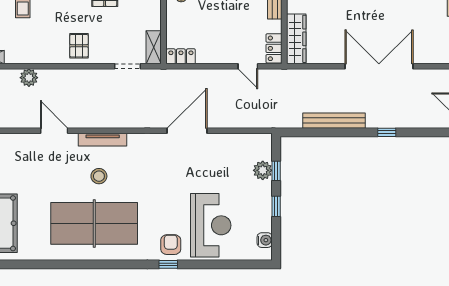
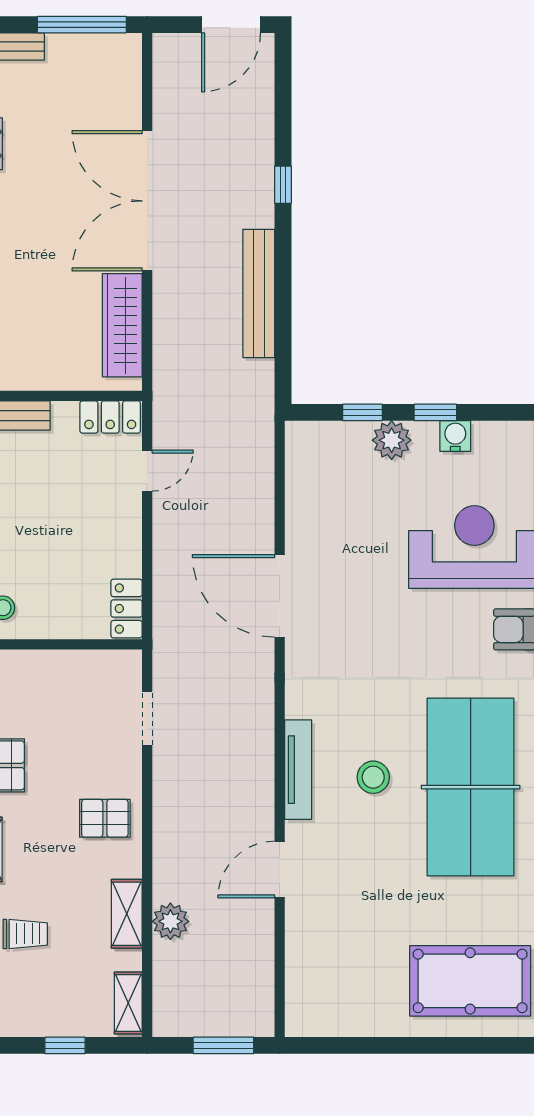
wardrobe: (296, 39) -> (122, 325), moved, turned -90
shelving: (154, 47) -> (127, 914), moved, turned 90
plant: (263, 170) -> (392, 440), moved
water cooler: (265, 240) -> (455, 436), moved

